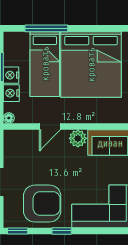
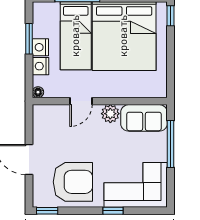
window: (62, 231) -> (113, 211), moved

